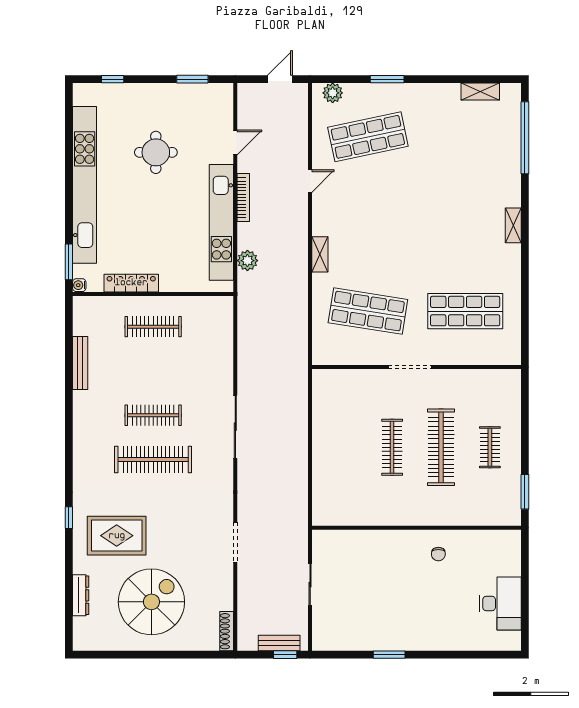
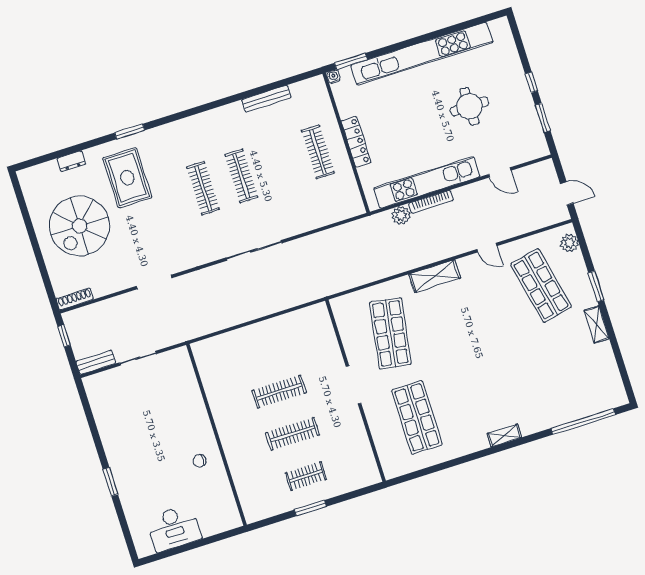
window: (113, 79) -> (531, 82), moved
shelving: (480, 91) -> (597, 325), moved
bookcase: (243, 198) -> (431, 202), moved
shelving: (320, 254) -> (435, 276), width x1.50, depth x1.33
locker: (131, 283) -> (356, 142), moved
clothes rail: (441, 447) -> (293, 434), width x0.73, depth x0.76
clothes rail: (153, 460) -> (203, 188), width x0.73, depth x0.76
window: (525, 492) -> (310, 508), moved
window: (69, 518) -> (130, 131), width x1.50
dresser: (81, 595) -> (71, 161), width x0.70
spiral stairs: (151, 602) -> (80, 226), turned 90
bench: (279, 643) -> (96, 362), moved, turned 90
window: (285, 655) -> (64, 336), moved
window: (389, 655) -> (110, 482), moved

